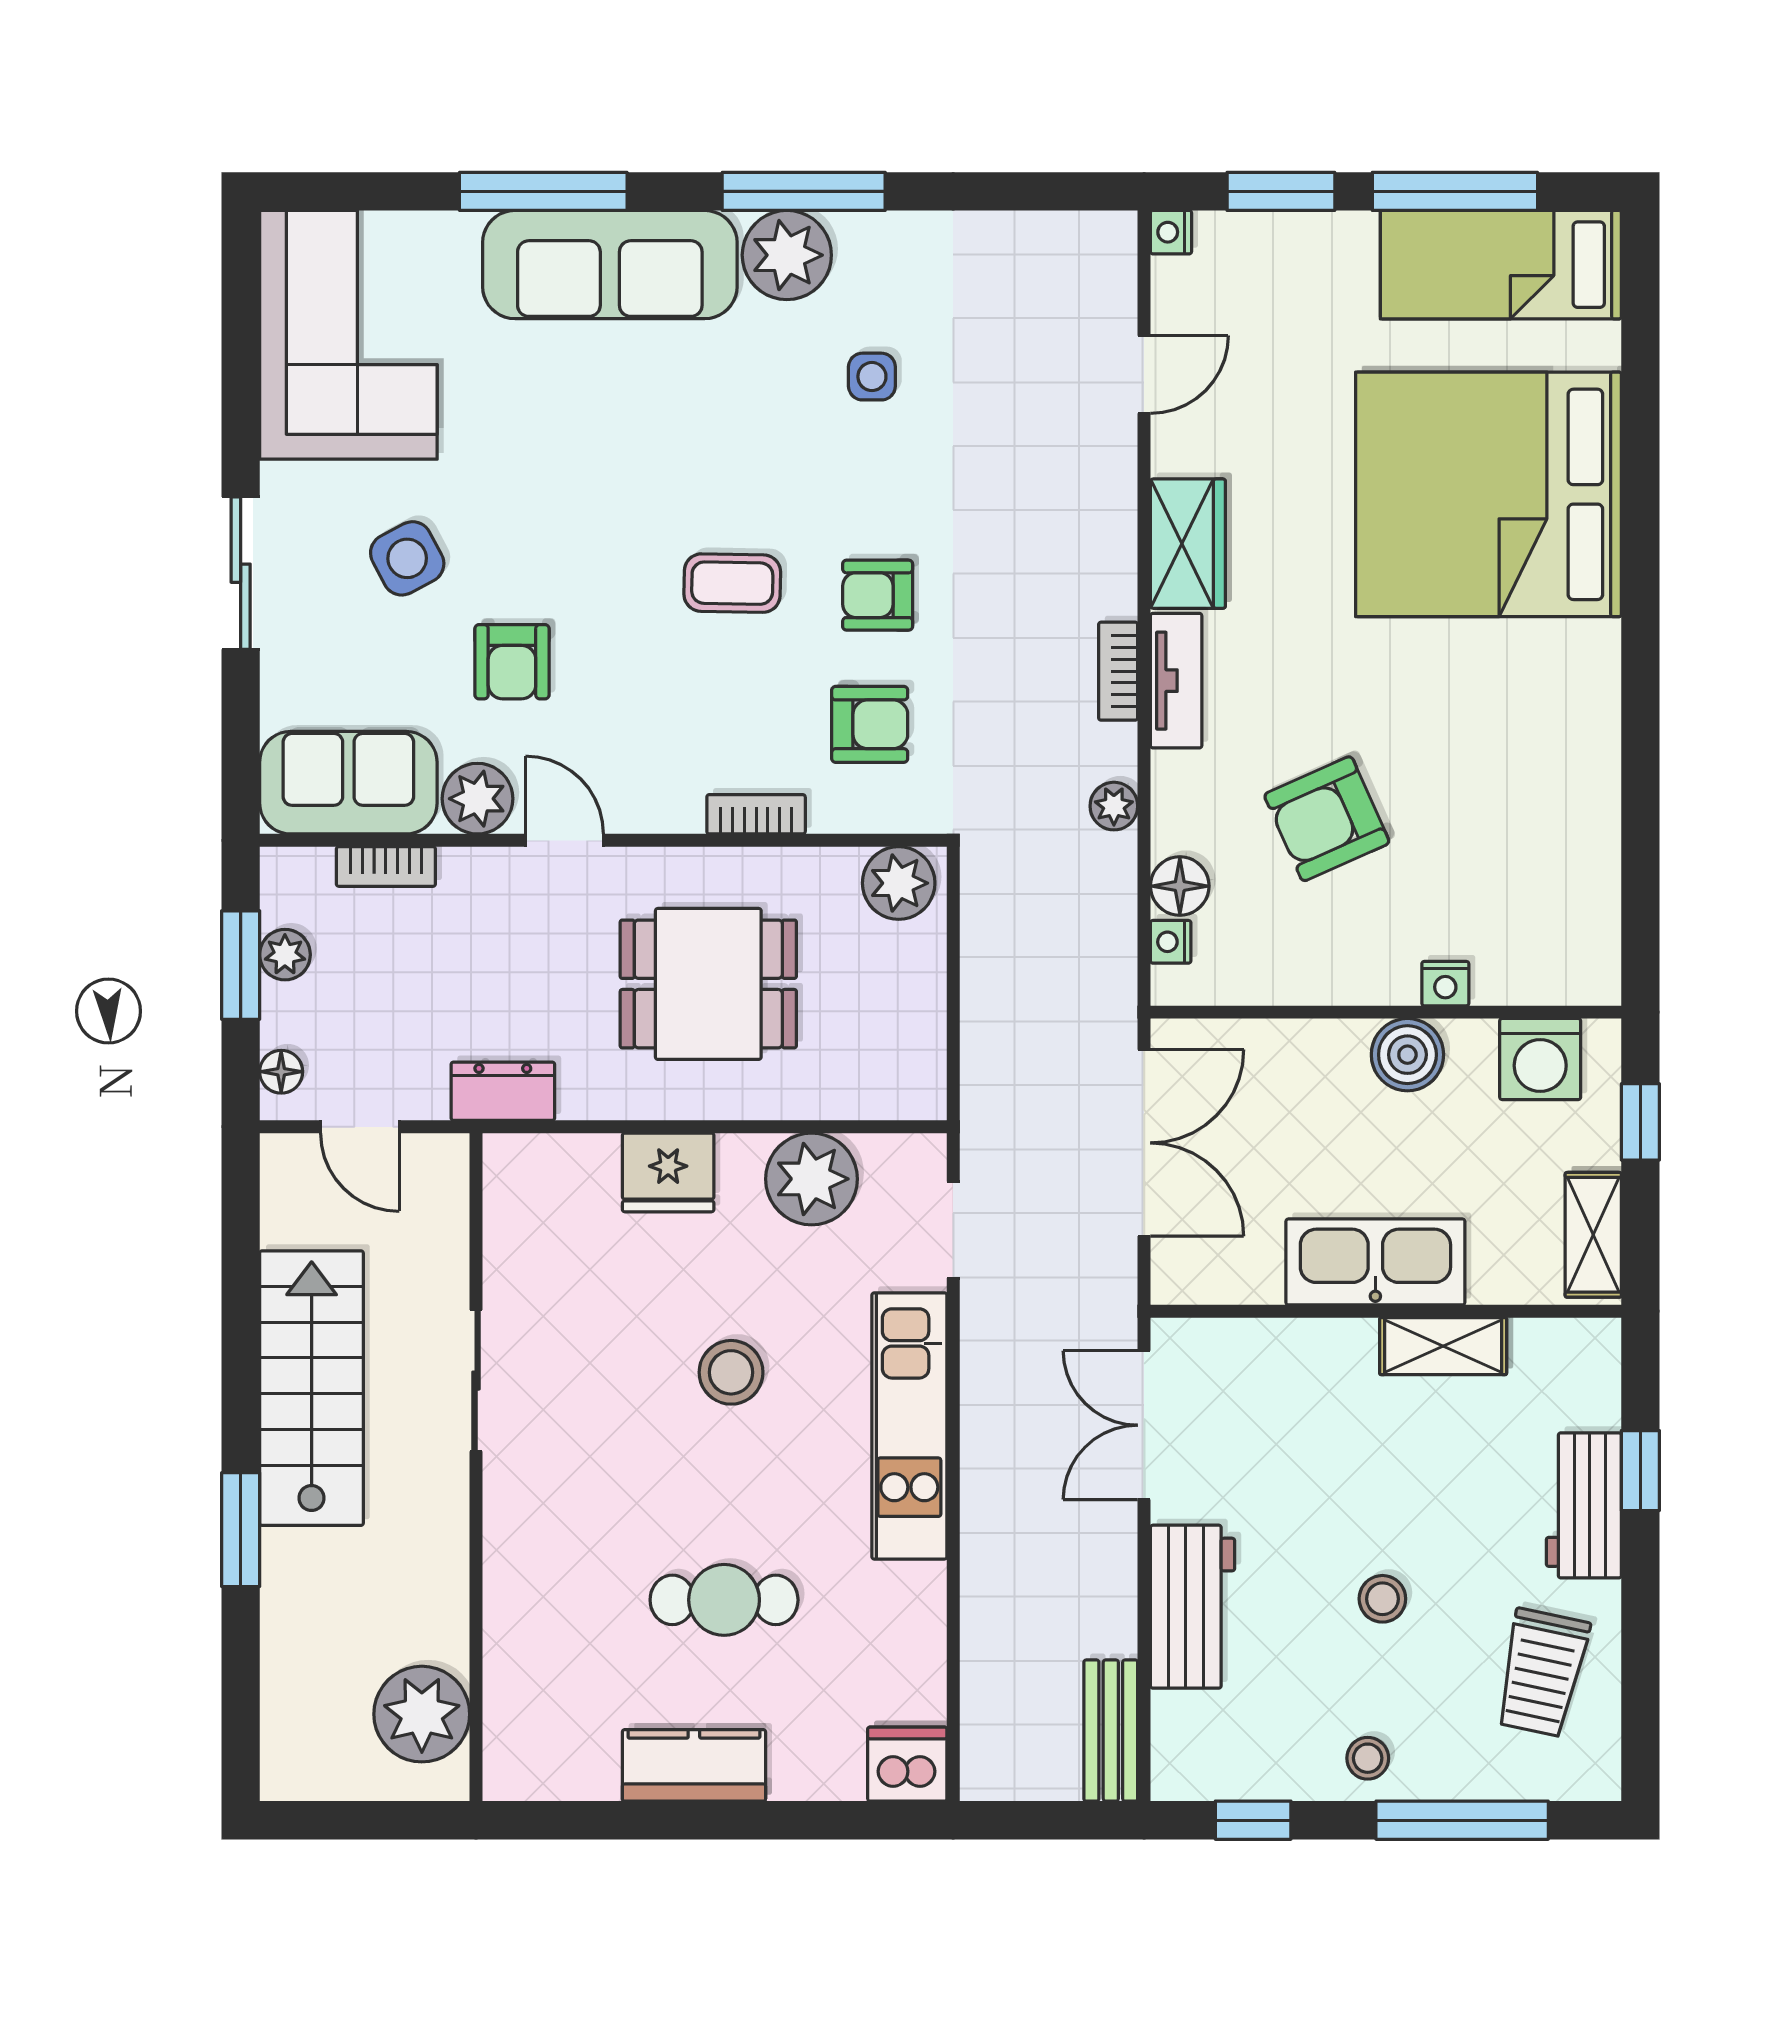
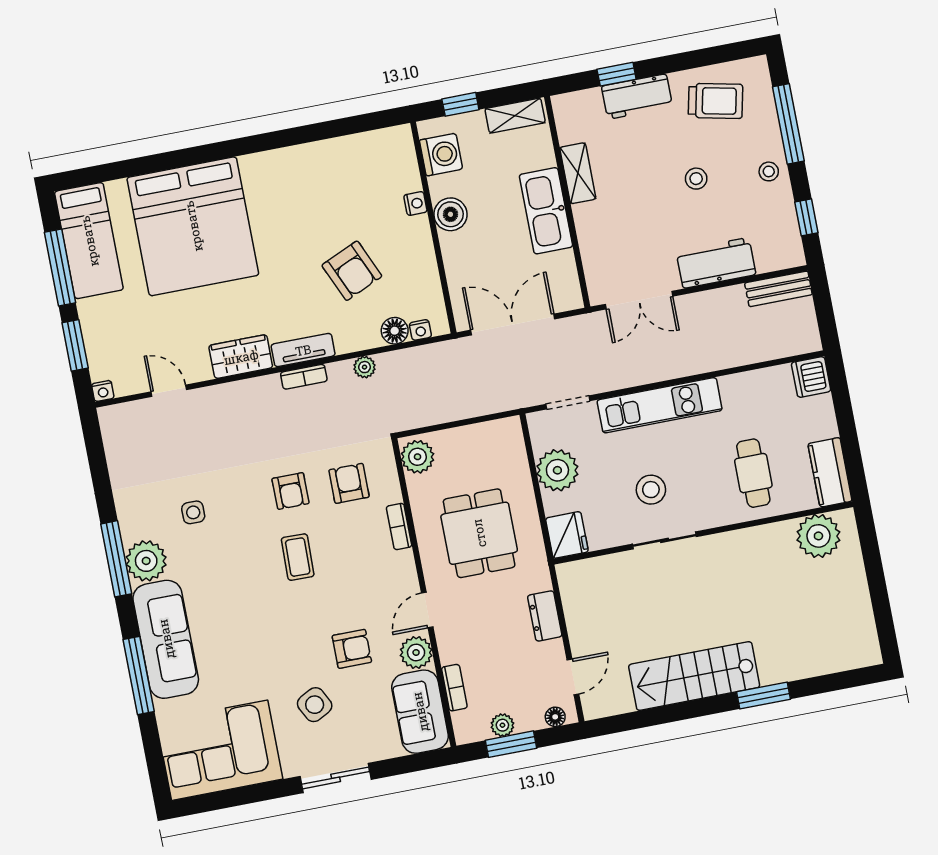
sliding door: (476, 1381) -> (665, 540), moved
wall: (476, 1467) -> (703, 533), moved
plant: (422, 1714) -> (818, 536), moved

